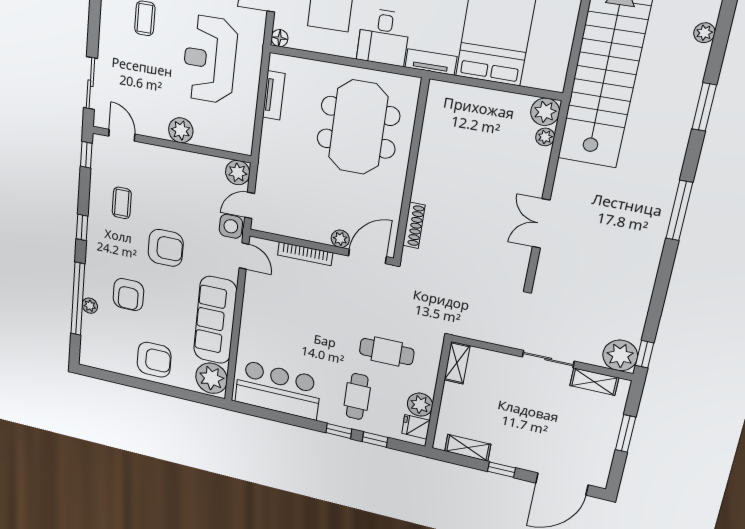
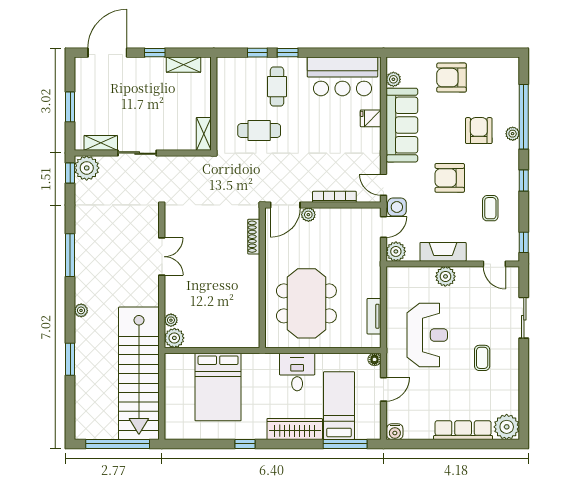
plant: (704, 33) -> (81, 310), moved
tv unit: (431, 62) -> (260, 360), removed
sliding door: (90, 83) -> (524, 318), moved
fireplace: (181, 161) -> (443, 252), added
window: (679, 211) -> (70, 255), moved
plant: (90, 306) -> (513, 134), moved
plant: (212, 378) -> (393, 79), width x0.53, depth x0.53
plant: (420, 405) -> (226, 92), removed
fridge: (416, 427) -> (371, 118), moved, turned 180

